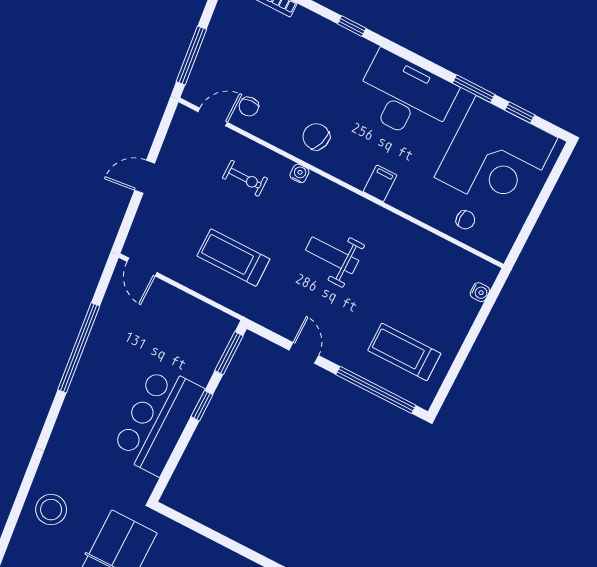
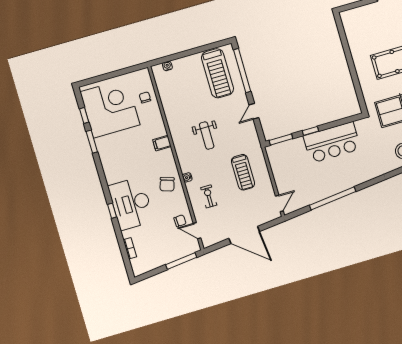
desk: (405, 97) -> (131, 204), moved
door: (145, 177) -> (244, 235), width x1.87
treadmill: (404, 352) -> (217, 73), width x1.37, depth x1.38

